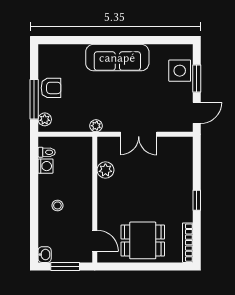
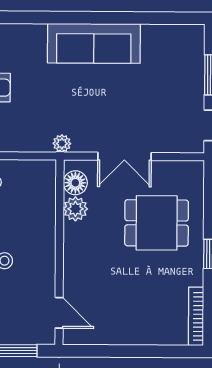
side table: (180, 71) -> (186, 63), removed
floor lamp: (105, 152) -> (75, 183), added
dining table: (143, 240) -> (157, 223), moved

